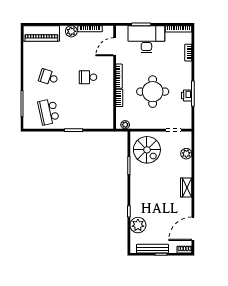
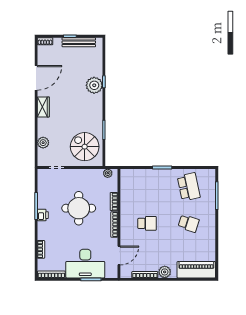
printer: (187, 95) -> (43, 215), moved
plant: (138, 225) -> (94, 85), moved
door: (193, 229) -> (36, 78), moved

